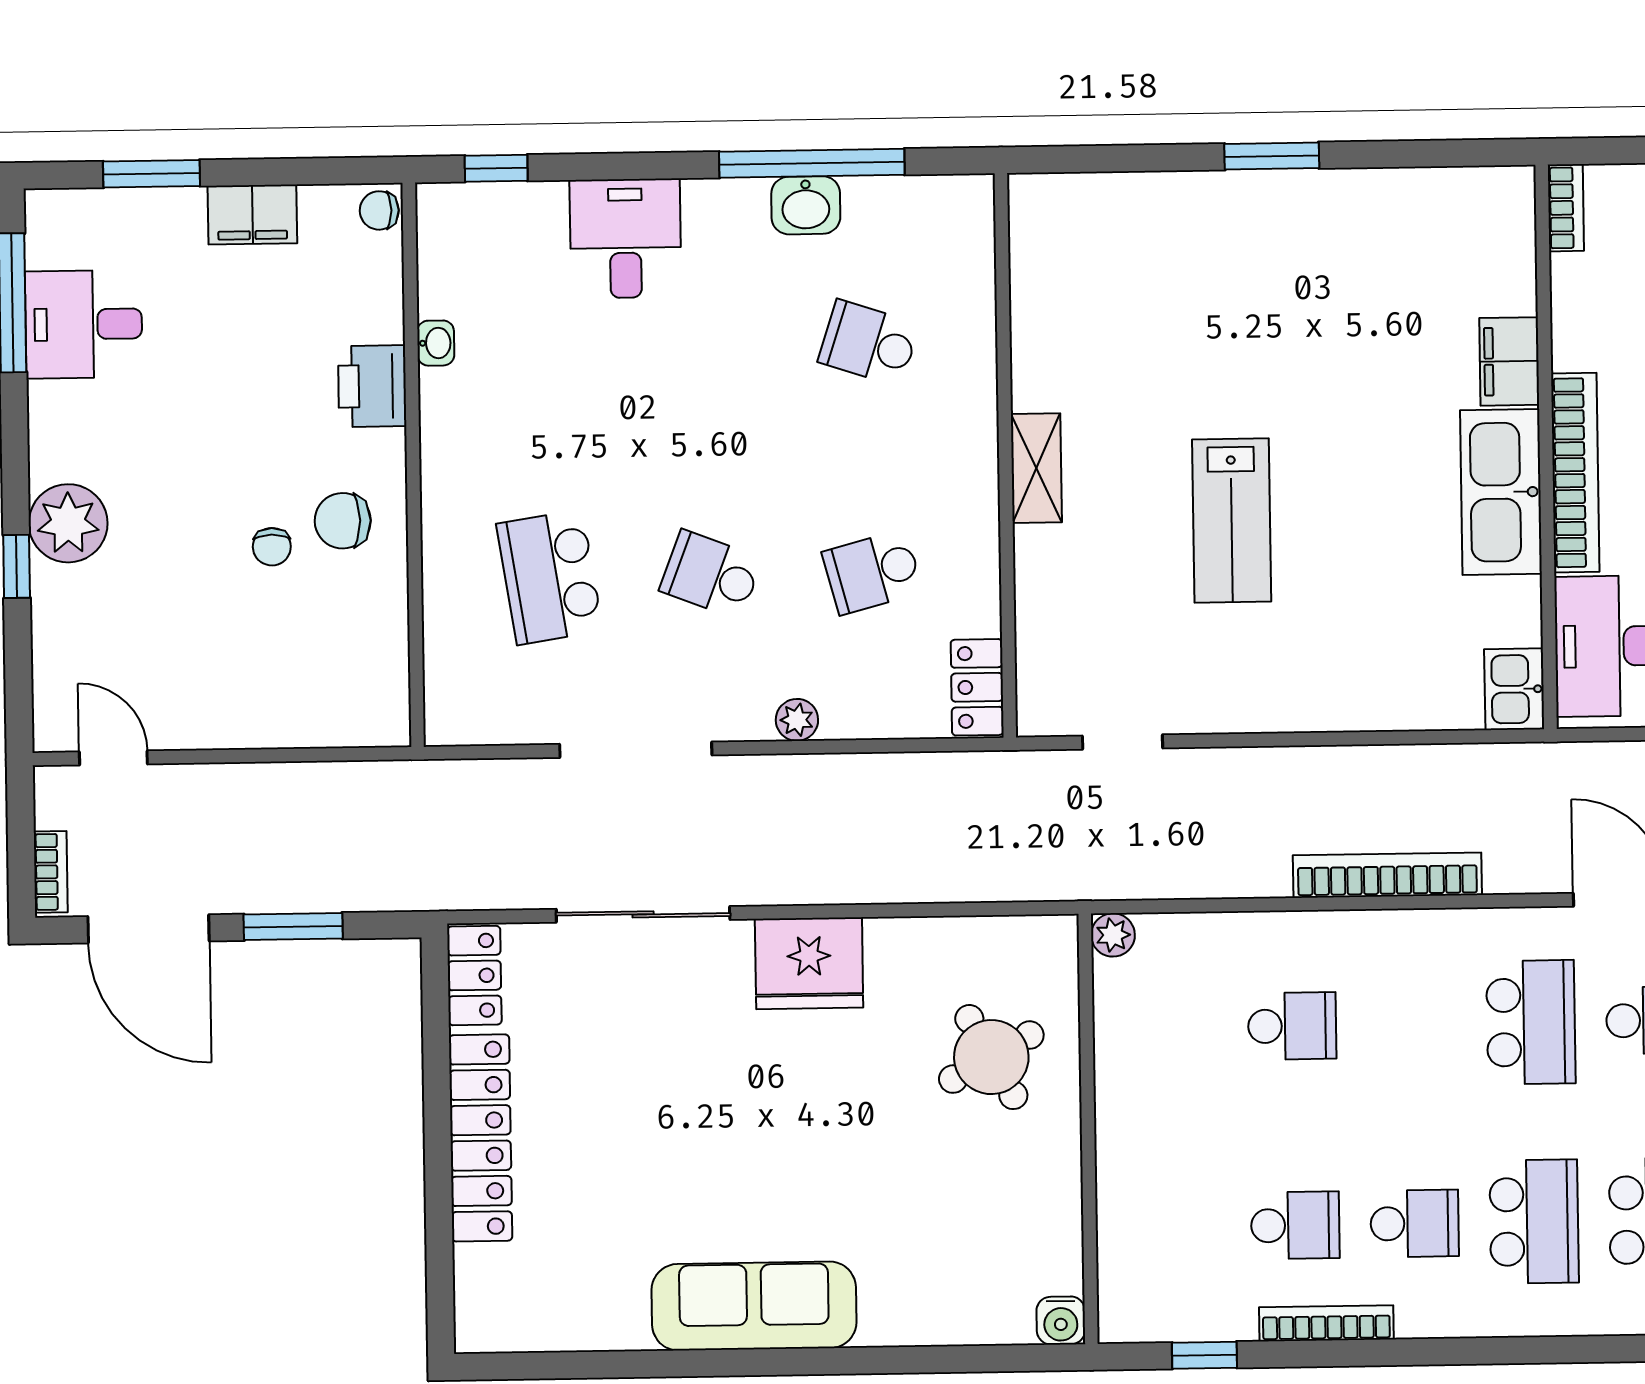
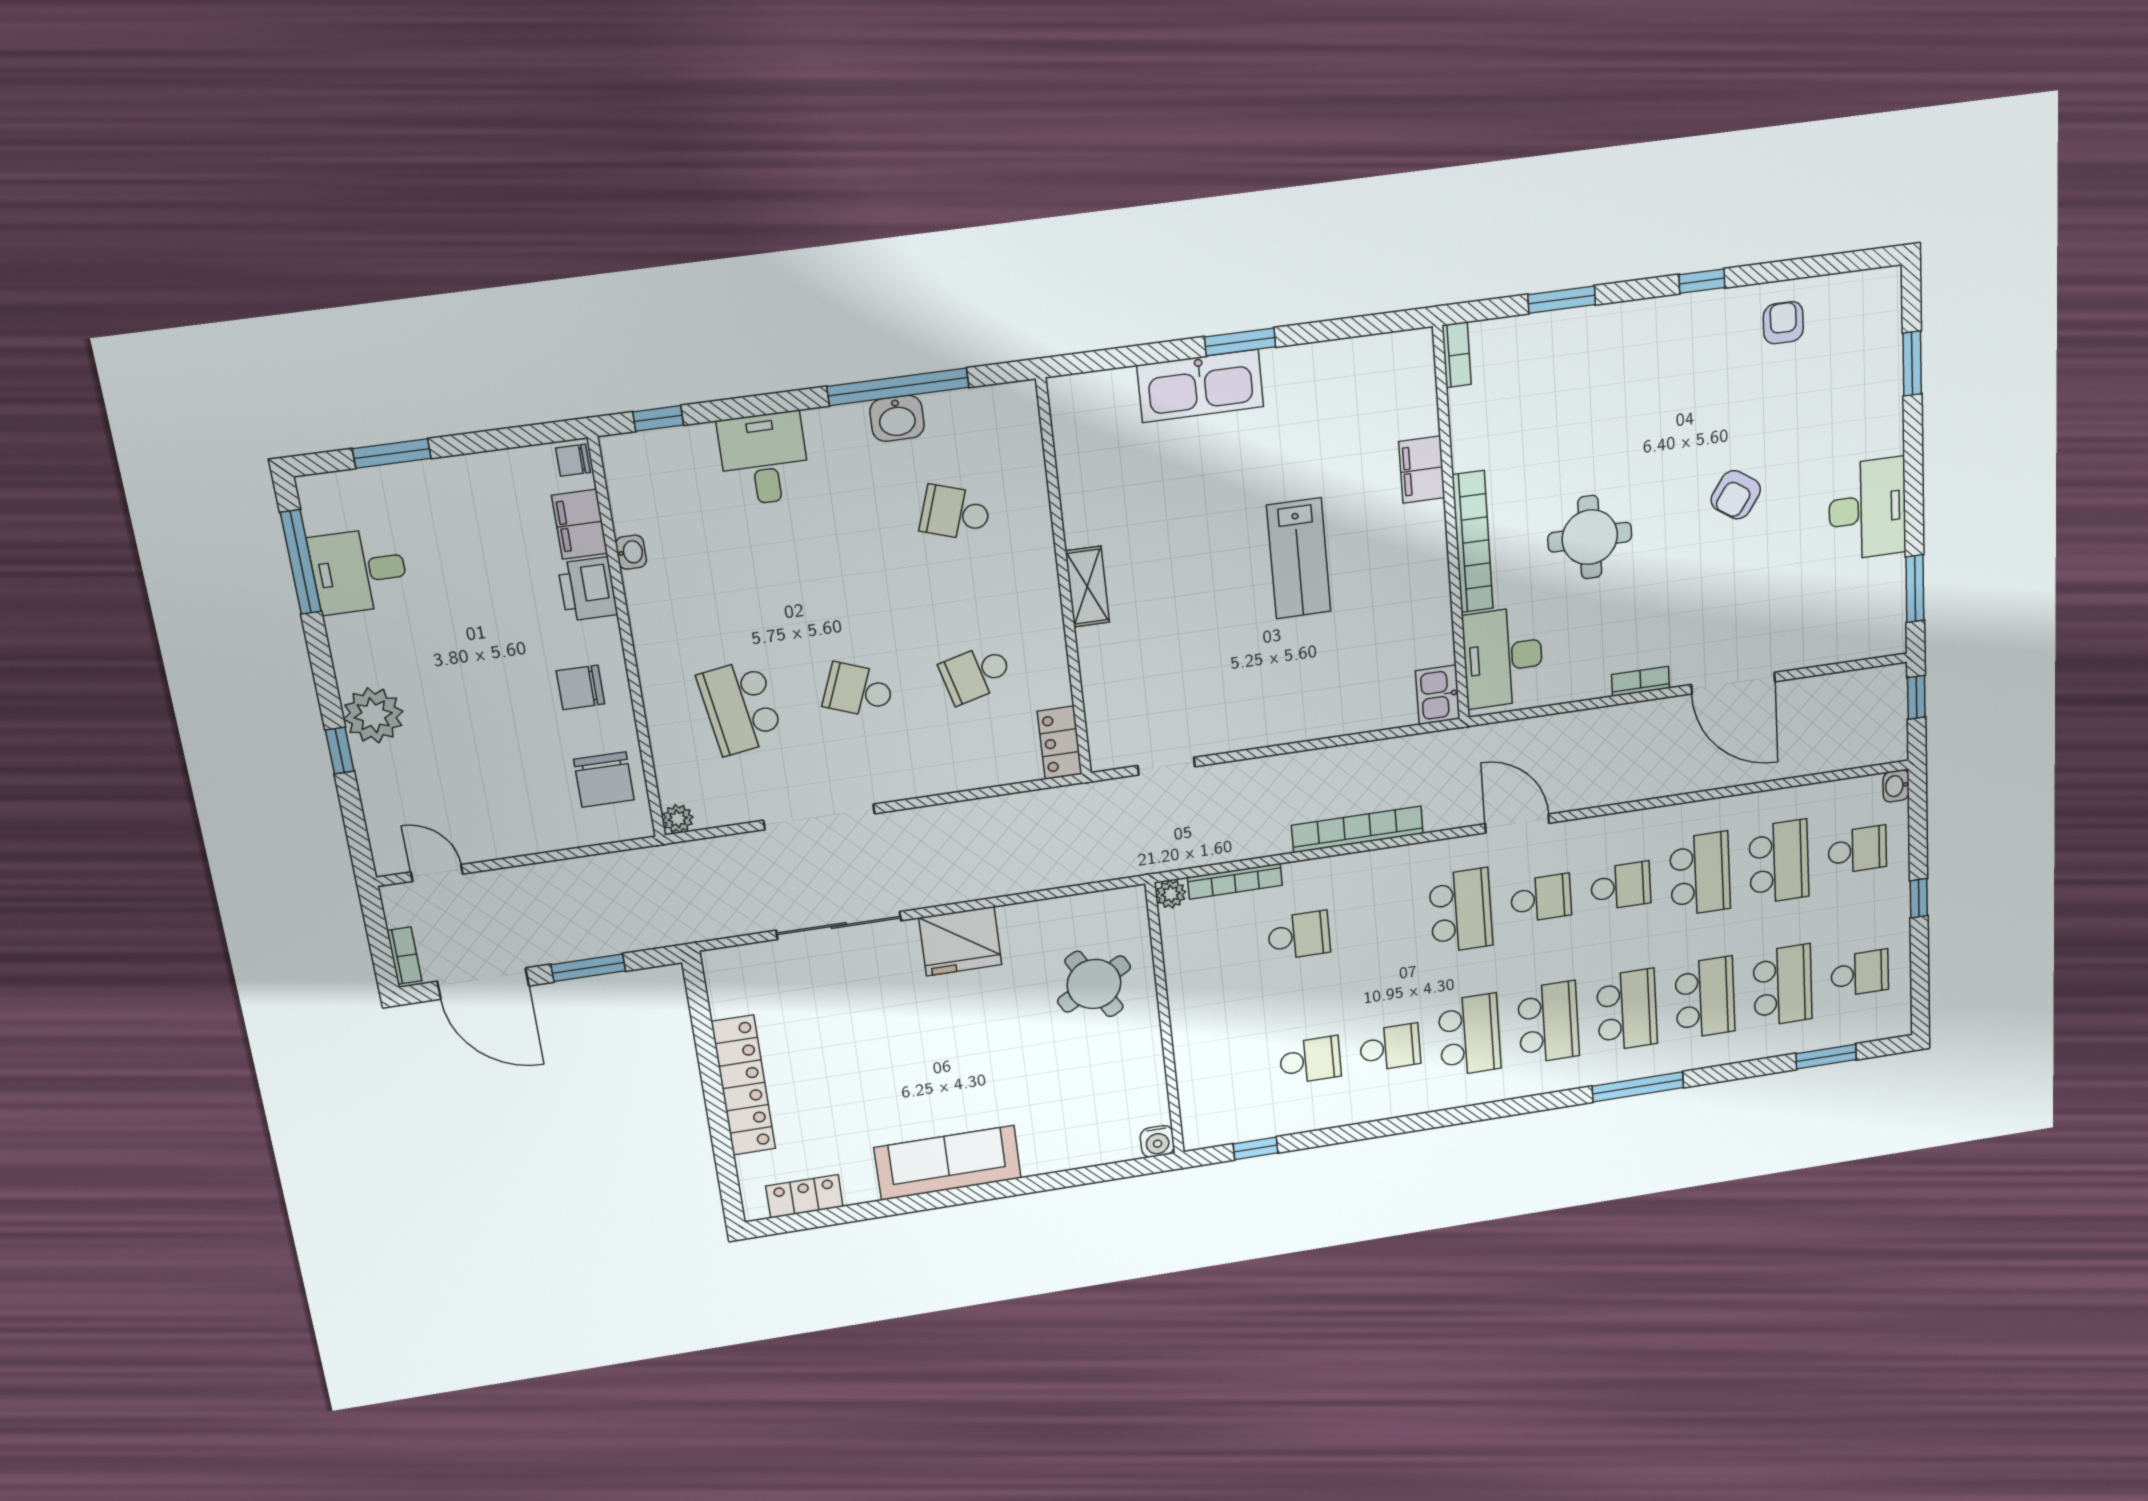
filing cabinet: (252, 214) -> (580, 524), moved, turned 90
kitchen sink: (1501, 492) -> (1200, 386), moved, turned -90
lab bench: (1232, 521) -> (1299, 559), moved
chair: (272, 547) -> (604, 780), moved, width x1.87, depth x1.87
plant: (797, 720) -> (678, 819), moved
locker: (474, 975) -> (804, 1196), moved, turned -90
bookcase: (1326, 1323) -> (1235, 881), moved, turned 180

